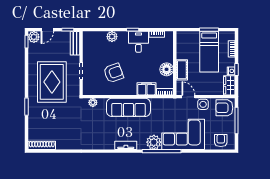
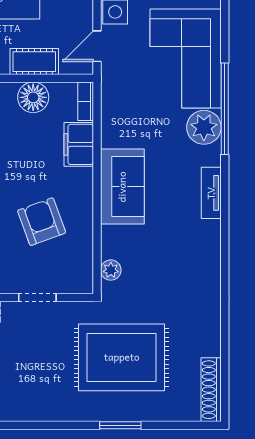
rug: (52, 82) -> (122, 357), moved
sofa: (128, 107) -> (122, 187), width x0.73

